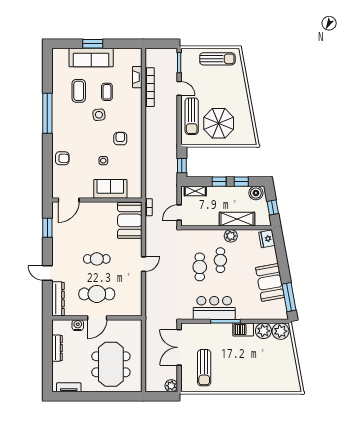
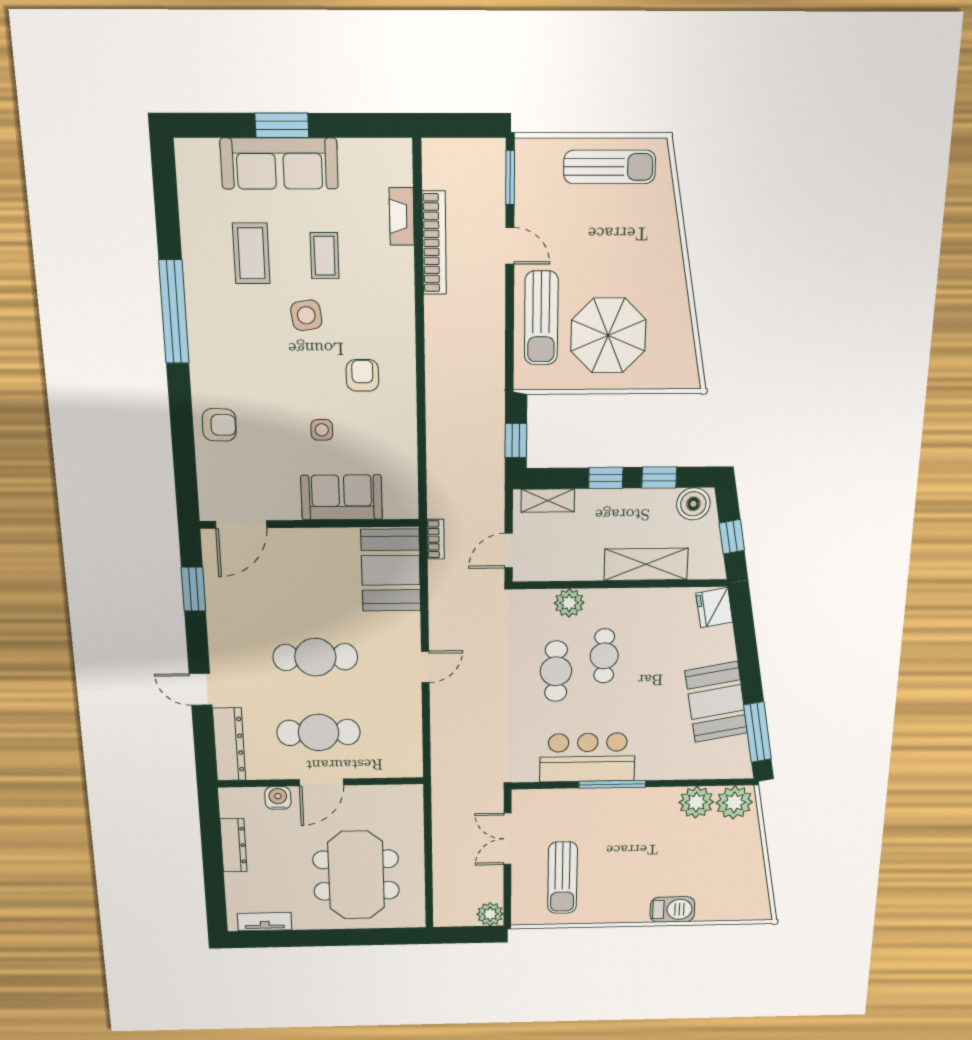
plant: (231, 236) -> (569, 603), moved
cafe table: (97, 259) -> (315, 657), width x1.37, depth x1.35
barbecue: (243, 330) -> (672, 909), moved, turned 180
double door: (179, 347) -> (508, 839), width x0.73

